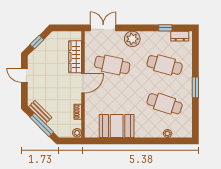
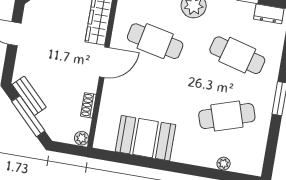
cafe table: (165, 104) -> (227, 116), turned -36

